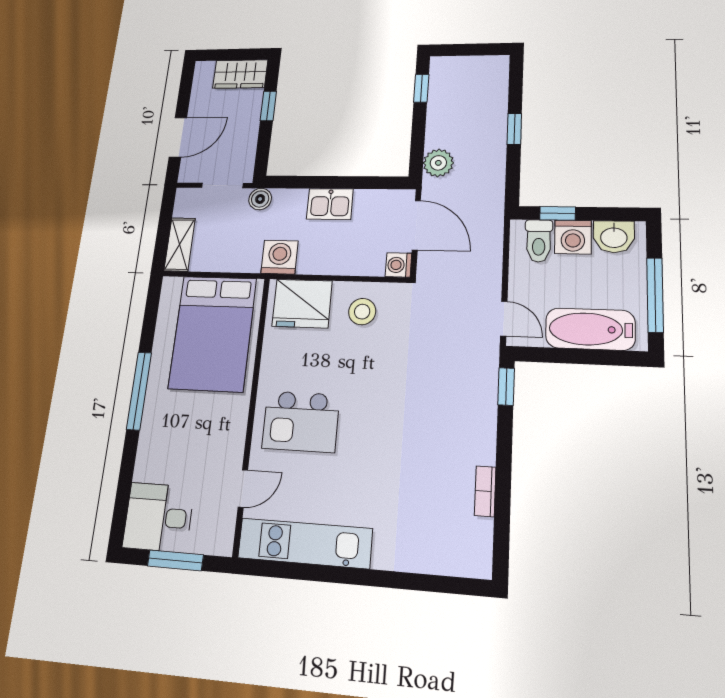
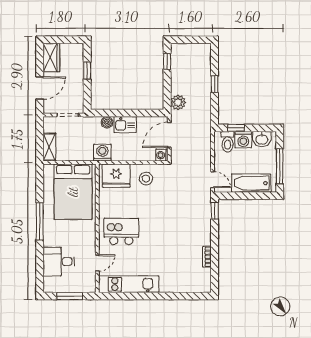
wardrobe: (240, 74) -> (51, 58), moved, turned -90
boiler: (260, 199) -> (107, 122), moved
door: (416, 225) -> (169, 135), swing flipped
kitchen island: (301, 422) -> (121, 231), turned 180
desk: (158, 517) -> (59, 262), moved

